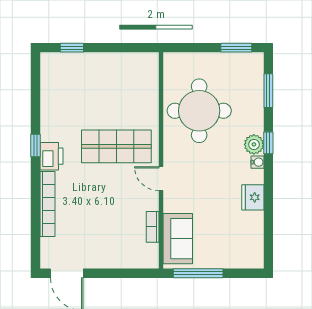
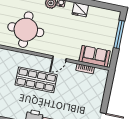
shop shelf: (116, 146) -> (36, 80), turned 90
window: (198, 273) -> (119, 34), moved

